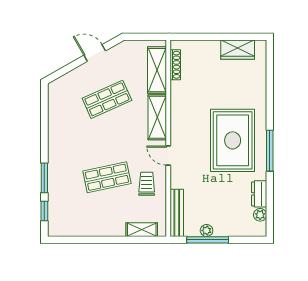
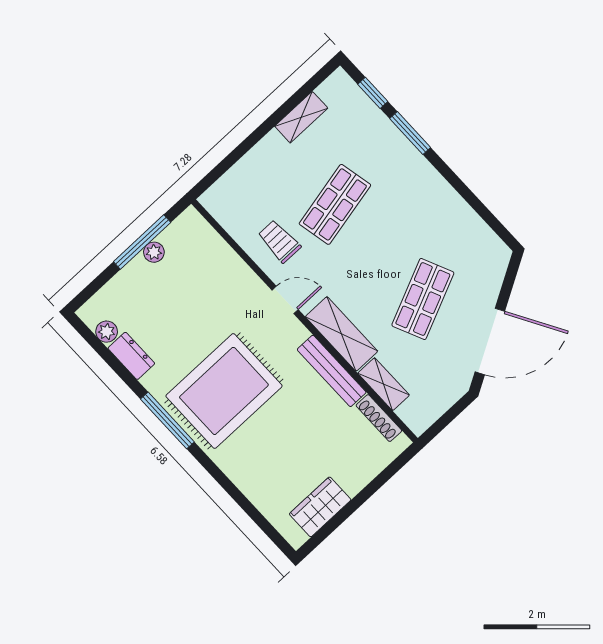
door: (95, 53) -> (490, 341), width x1.87
shelving: (157, 70) -> (384, 384), width x0.67, depth x0.75
rug: (233, 140) -> (224, 391), turned 90
trolley: (147, 184) -> (279, 241), turned 180
bench: (177, 213) -> (332, 371), moved
shelving: (142, 230) -> (301, 117), moved

